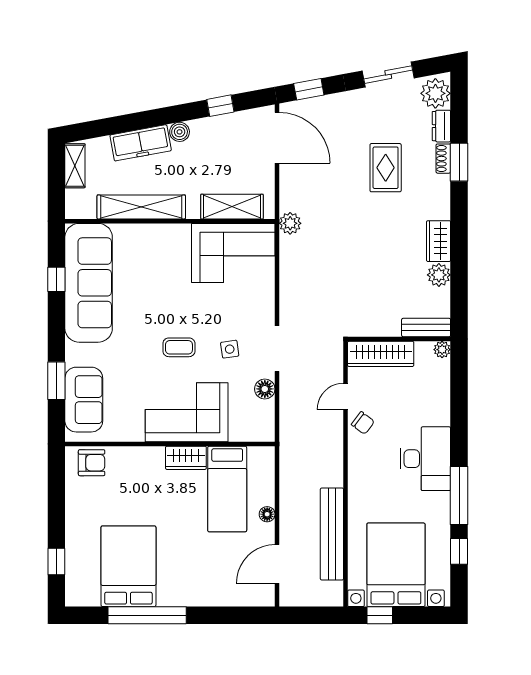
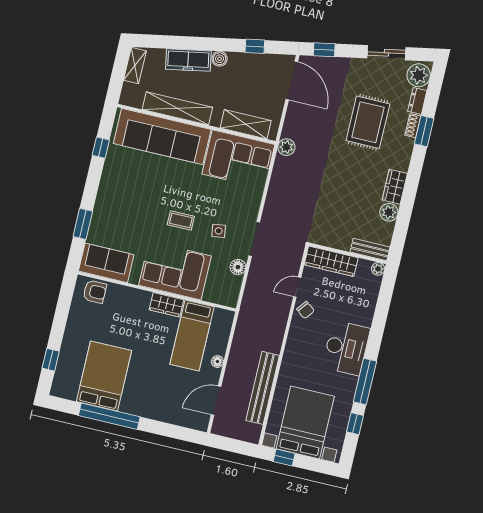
rug: (386, 168) -> (368, 122), width x1.36, depth x1.43
sofa: (89, 283) -> (162, 136), moved, turned 90
sofa: (84, 400) -> (106, 263), moved, turned -90

